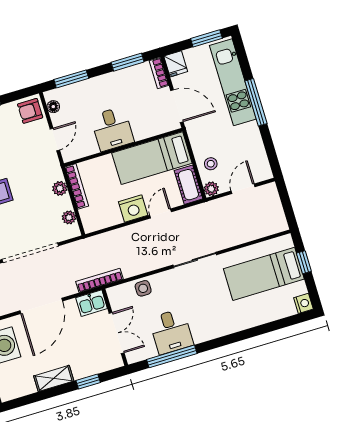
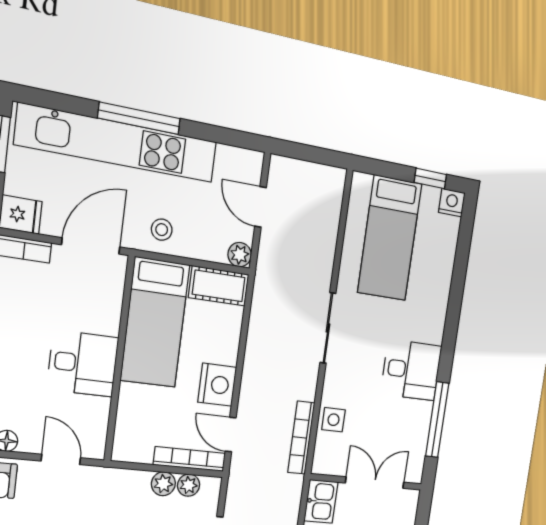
kitchen unit: (233, 82) -> (118, 143), width x1.36
stool: (211, 164) -> (162, 230), moved
bookcase: (77, 186) -> (190, 459), moved
plant: (60, 188) -> (163, 484), moved
door: (161, 214) -> (231, 435), moved
window: (304, 262) -> (430, 178), moved
bookcase: (99, 280) -> (301, 438), moved
desk: (171, 332) -> (411, 370), moved

